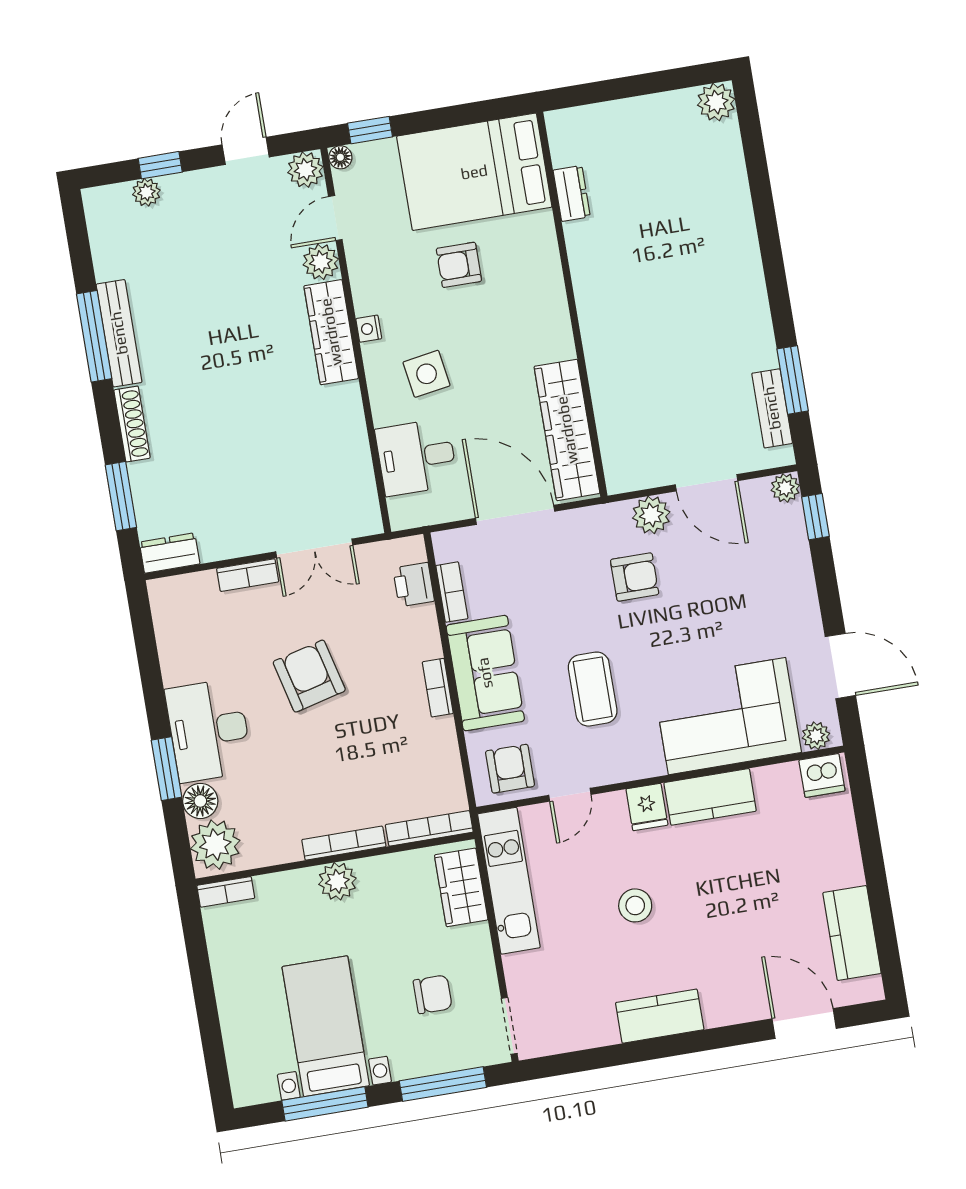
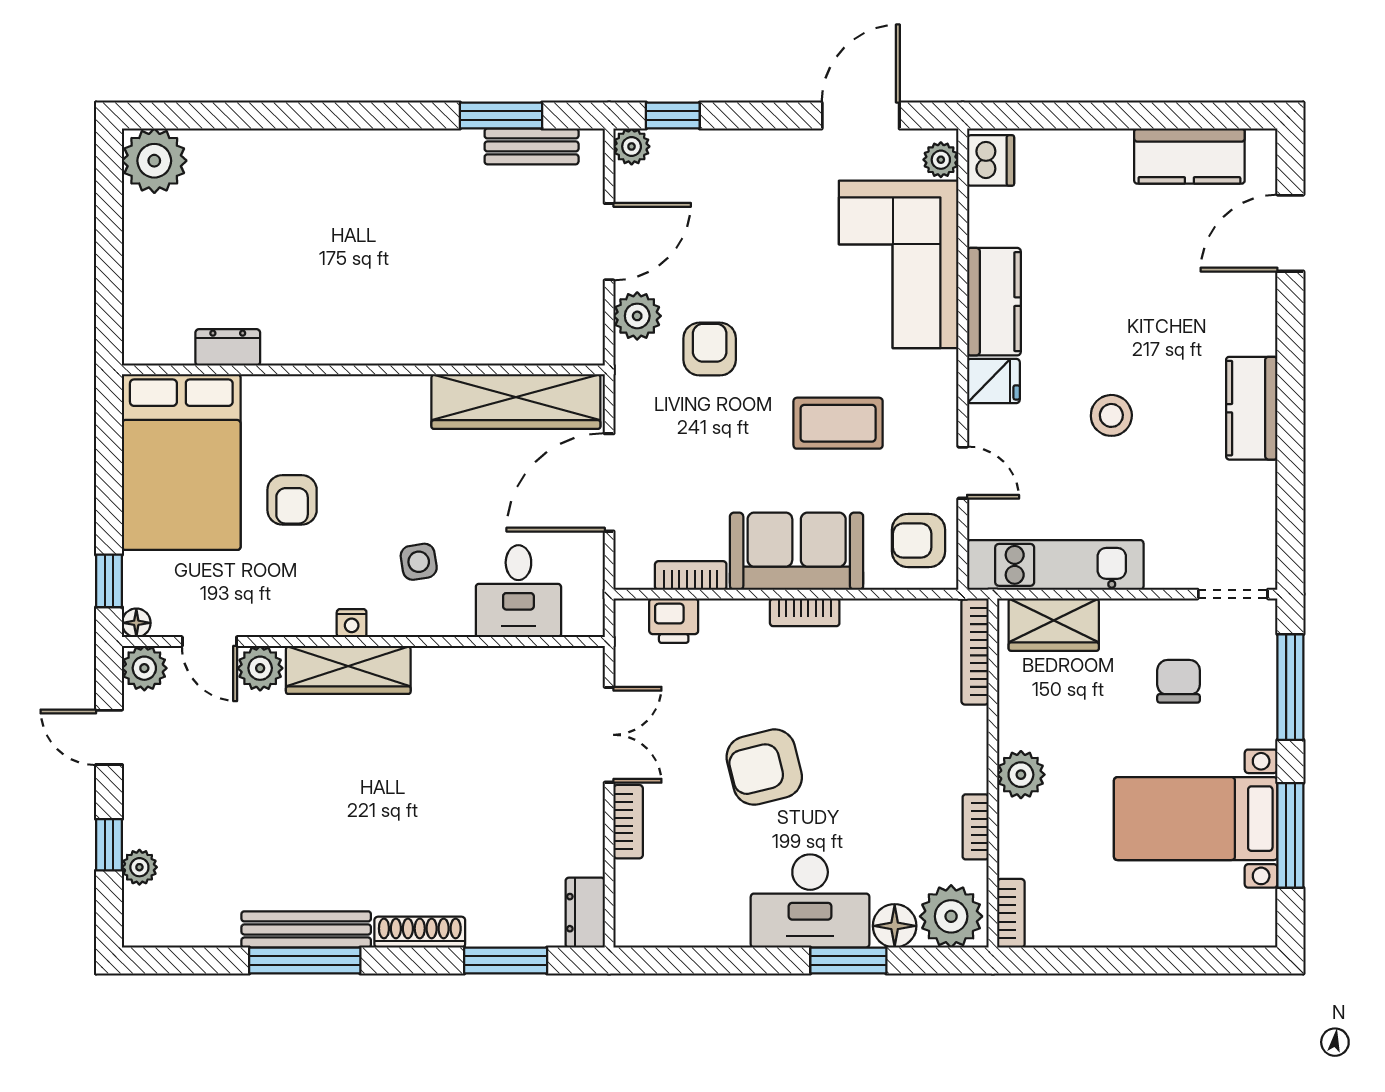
plant: (716, 102) -> (154, 161), width x1.36, depth x1.36
side table: (427, 374) -> (419, 562), width x0.73, depth x0.73
bookcase: (344, 843) -> (976, 827), moved, width x0.64

